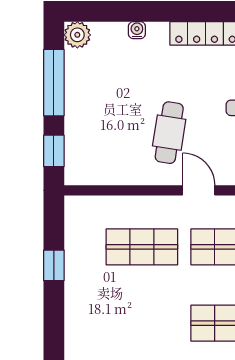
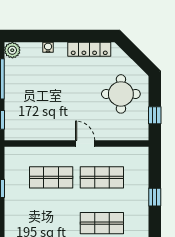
cafe table: (169, 133) -> (67, 109), removed

